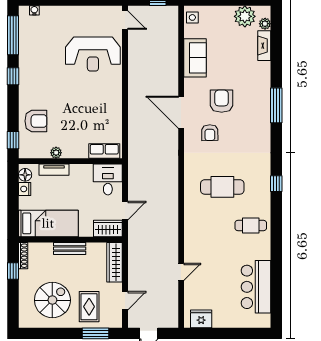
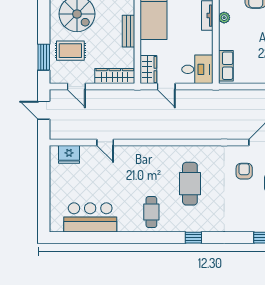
armchair: (210, 133) -> (244, 171), turned 91
fridge: (201, 319) -> (69, 154), moved, turned 90

